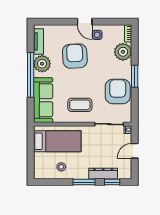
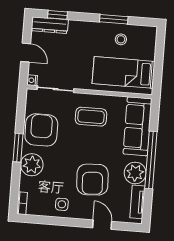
door: (85, 22) -> (102, 225), moved
plant: (123, 52) -> (32, 165), moved
armchair: (118, 91) -> (41, 130), turned 180
door: (135, 151) -> (26, 53), hinge flipped
dresser: (103, 174) -> (50, 25), moved
window: (84, 182) -> (114, 19), moved

